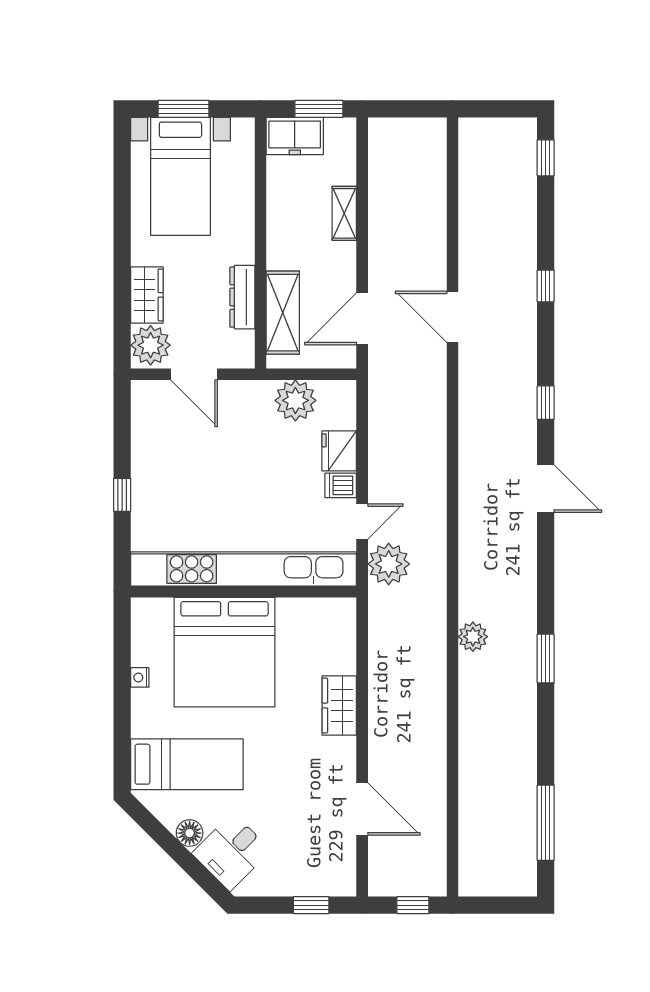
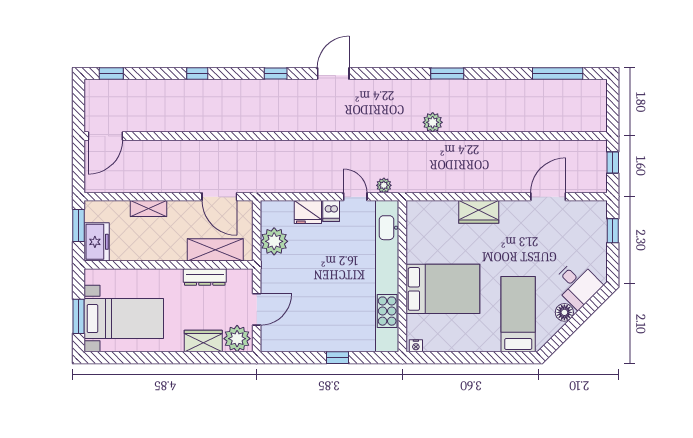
door: (452, 317) -> (105, 136), moved
plant: (389, 564) -> (384, 185), width x0.53, depth x0.53
bed: (225, 652) -> (443, 289), width x0.73
nightstand: (140, 677) -> (416, 346), moved

